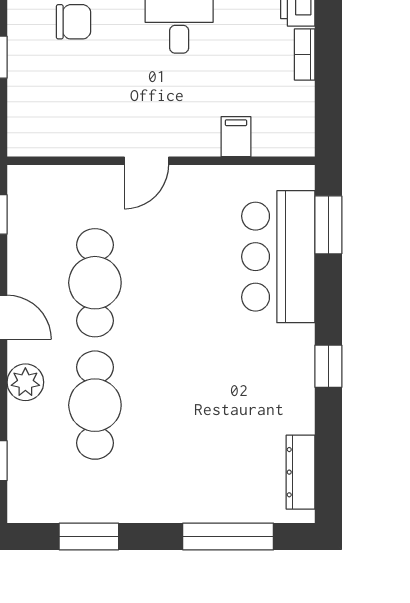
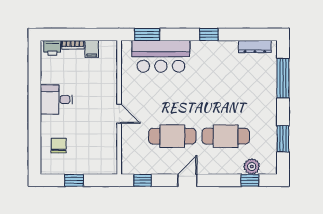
filing cabinet: (236, 137) -> (92, 49), moved, turned -90
plant: (25, 382) -> (252, 166), moved

